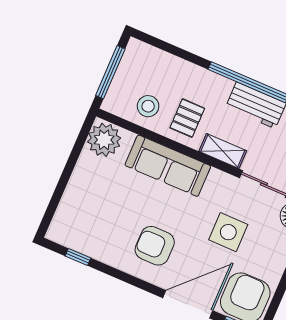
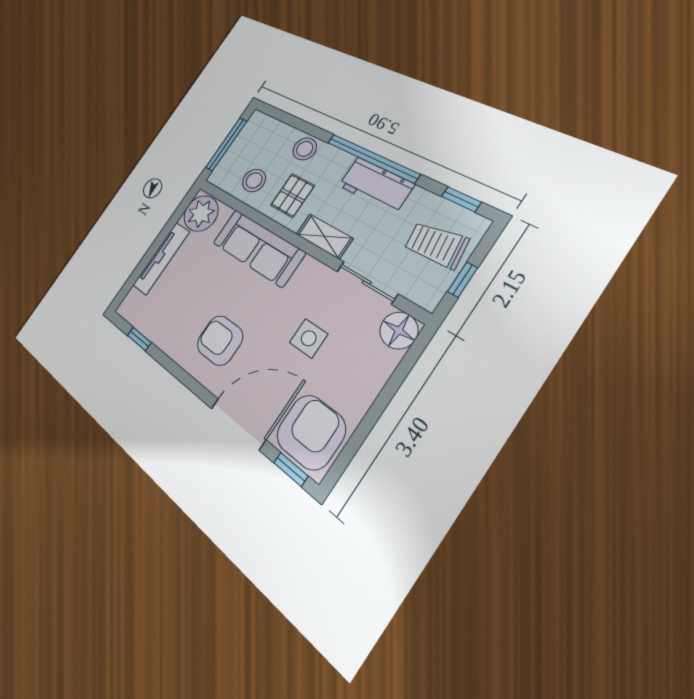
stool: (188, 75) -> (305, 149), added
tv unit: (76, 185) -> (161, 258), added
side table: (228, 232) -> (309, 338), width x0.73, depth x0.73

